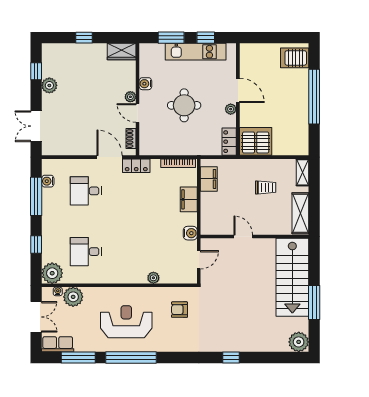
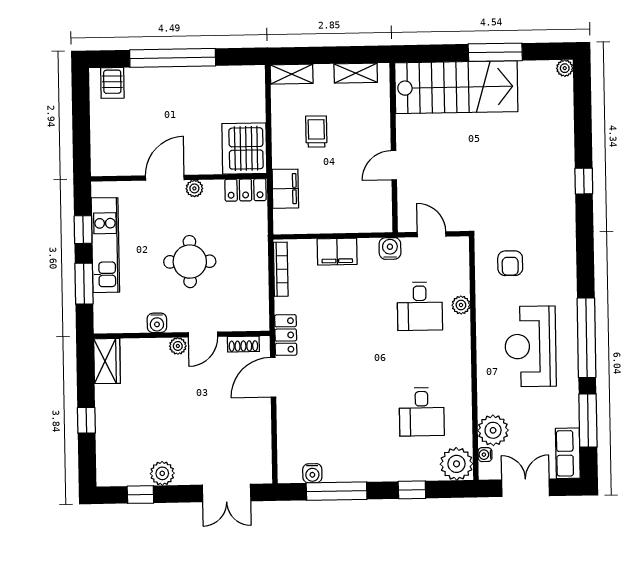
server rack: (295, 58) -> (112, 83), width x0.73, depth x0.70
filing cabinet: (209, 179) -> (285, 189), moved, turned 90
desk: (86, 191) -> (420, 306), moved
shelving: (300, 213) -> (356, 73), width x0.67, depth x0.75
plant: (299, 342) -> (565, 68), width x0.53, depth x0.53

